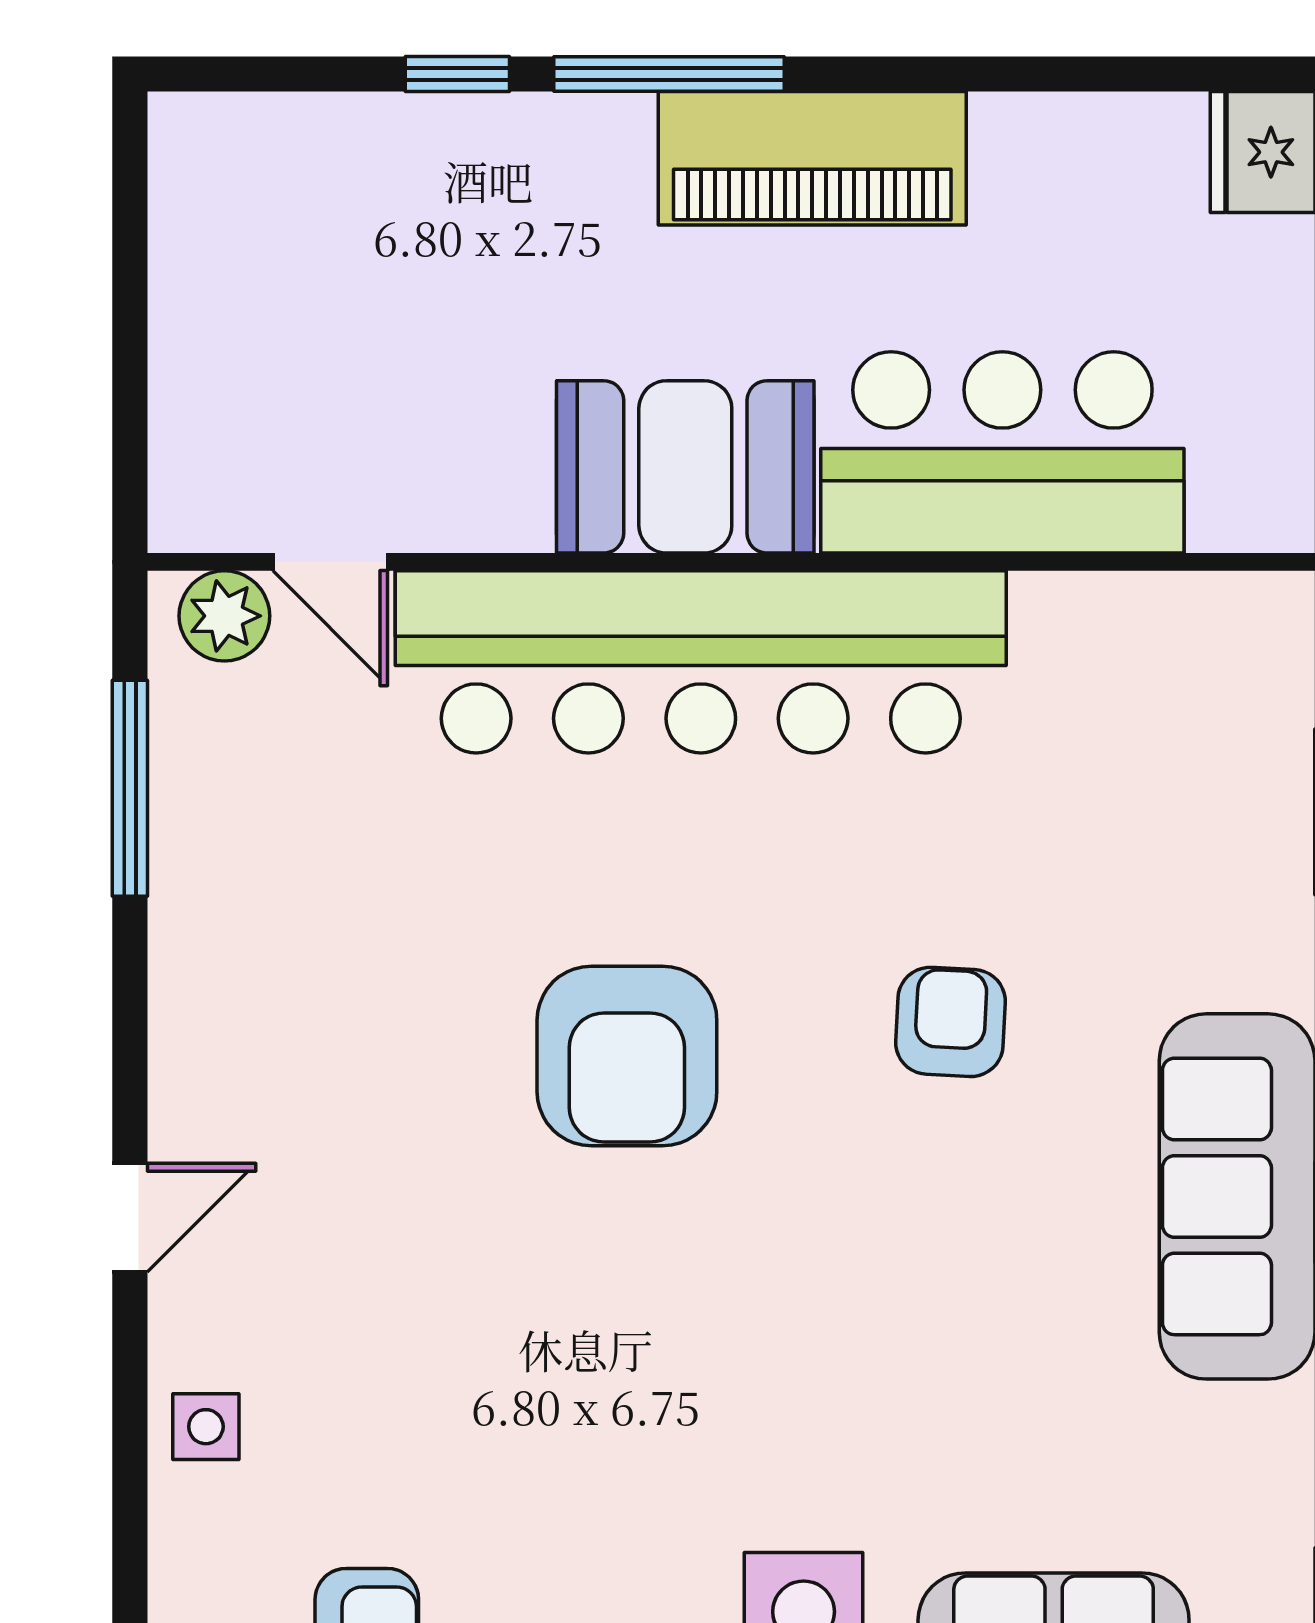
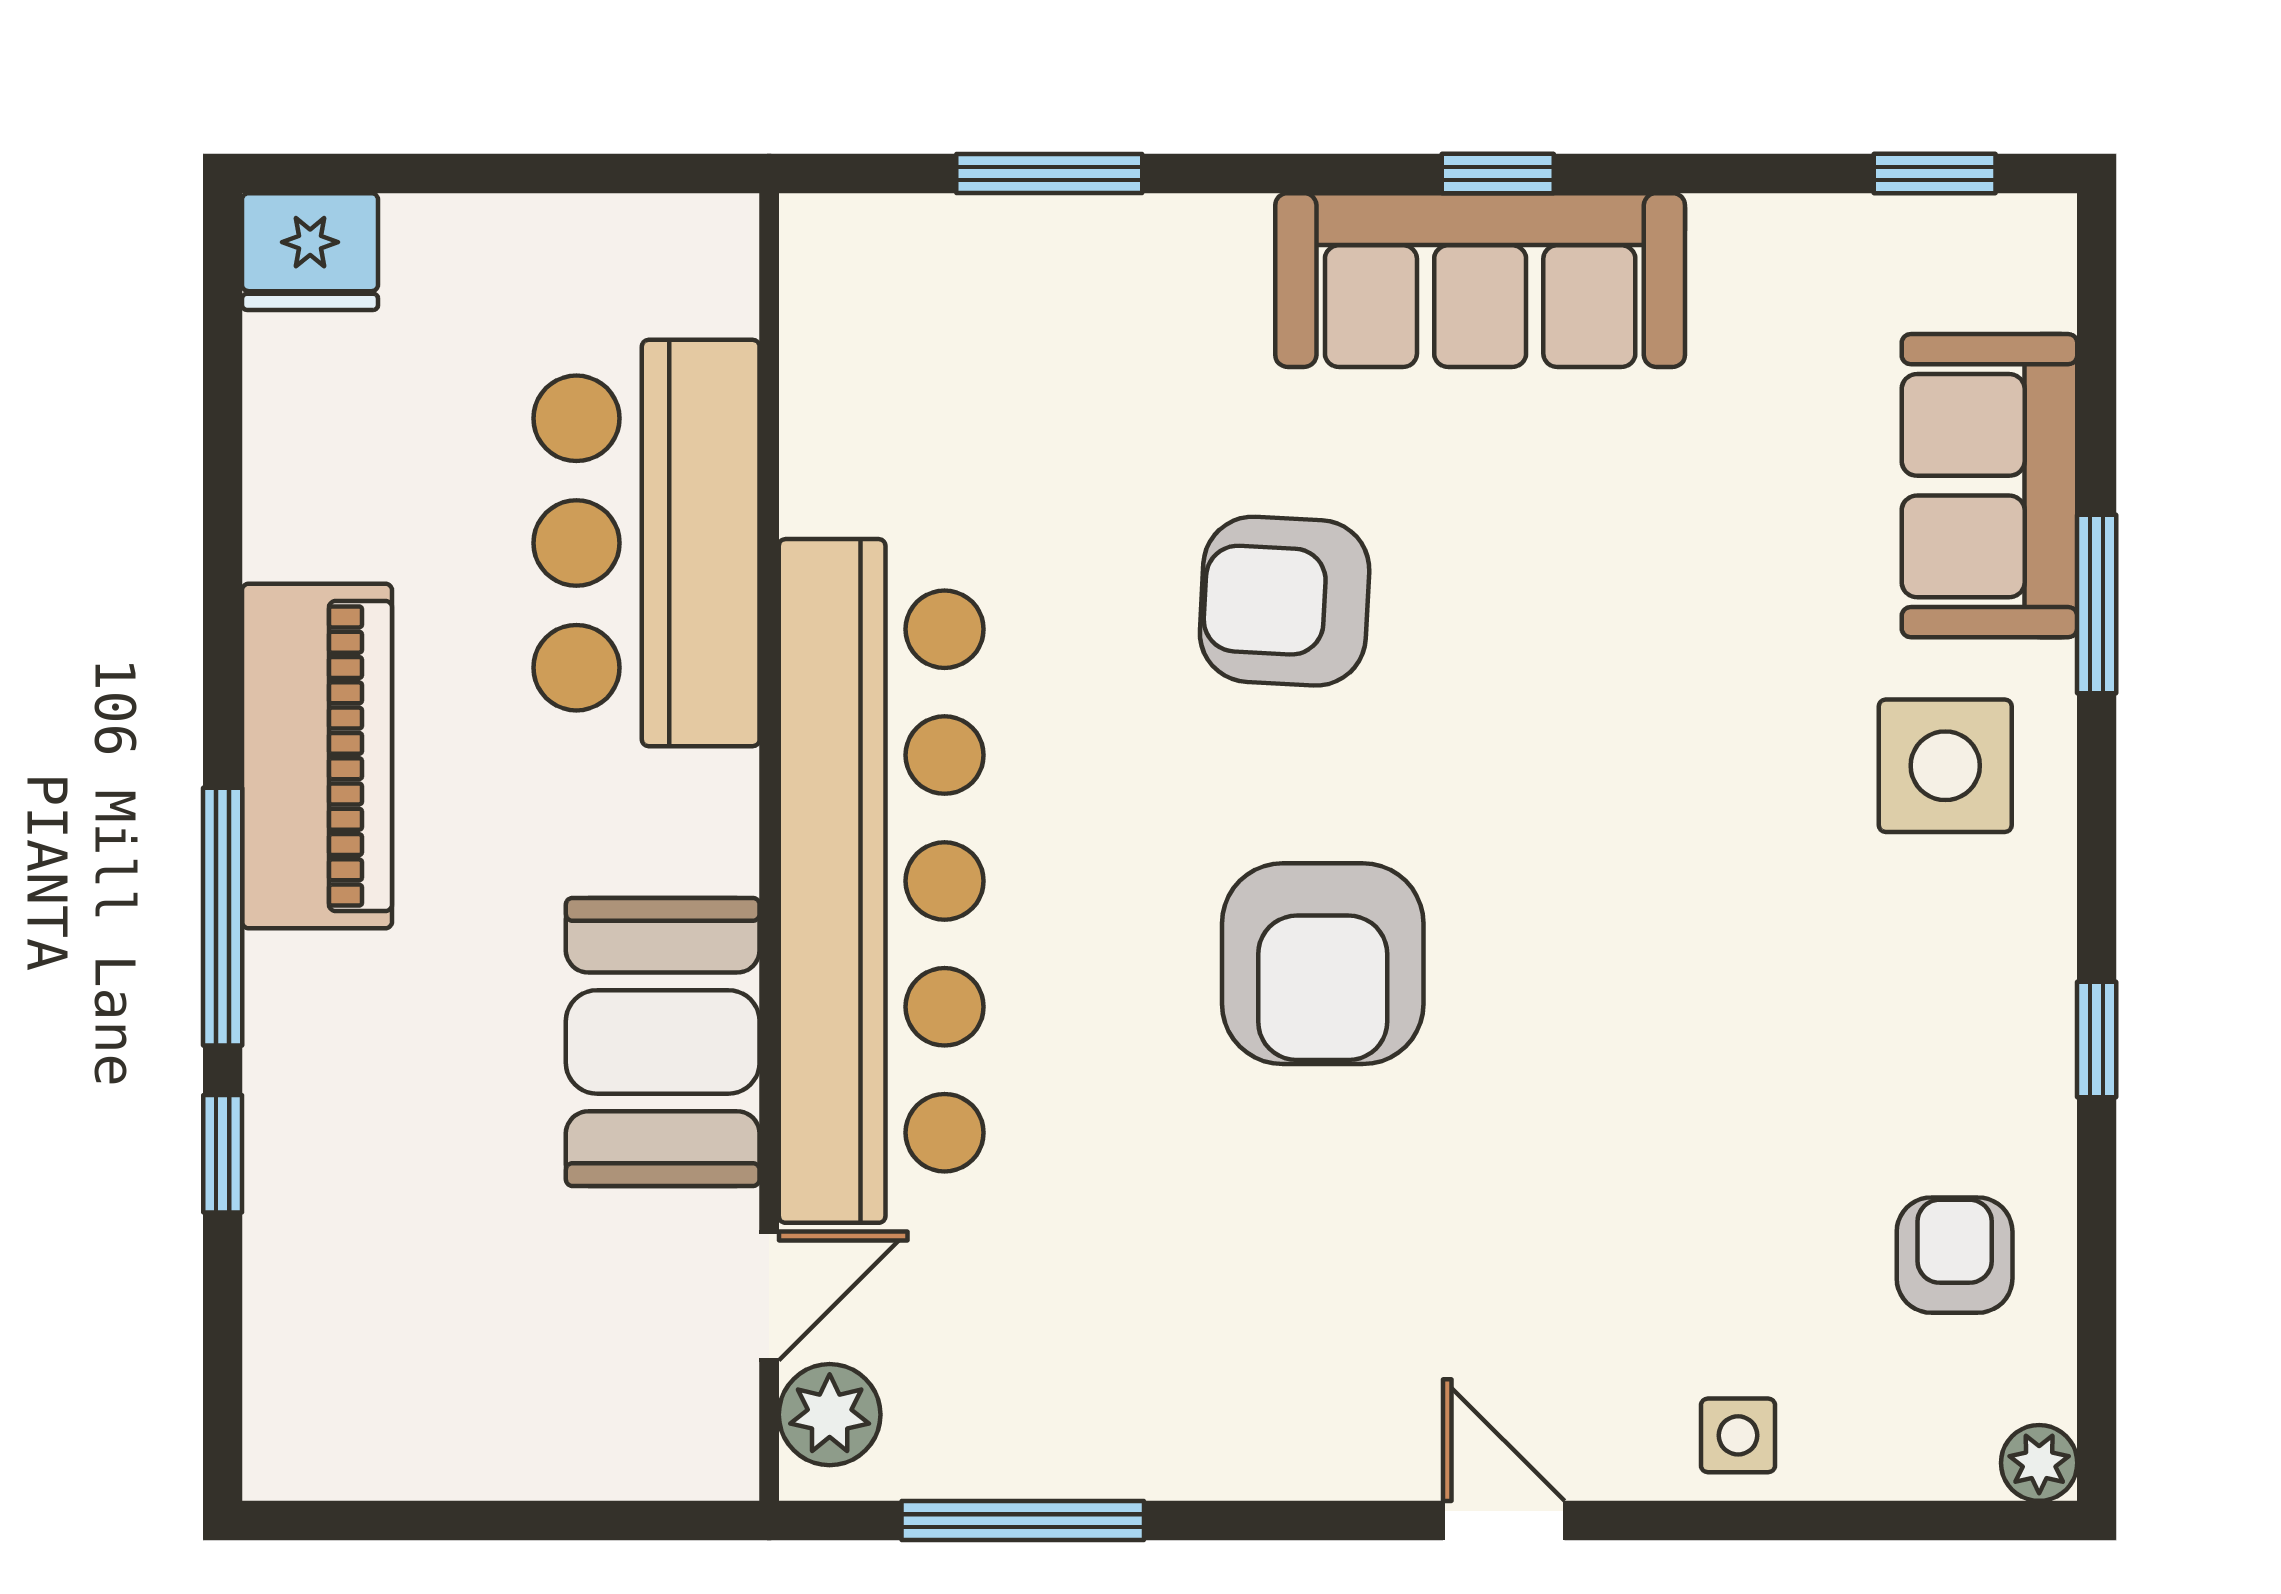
booth: (685, 467) -> (663, 1042), moved
armchair: (951, 1022) -> (1285, 601), width x1.38, depth x1.38
armchair: (627, 1056) -> (1323, 964), turned 90

